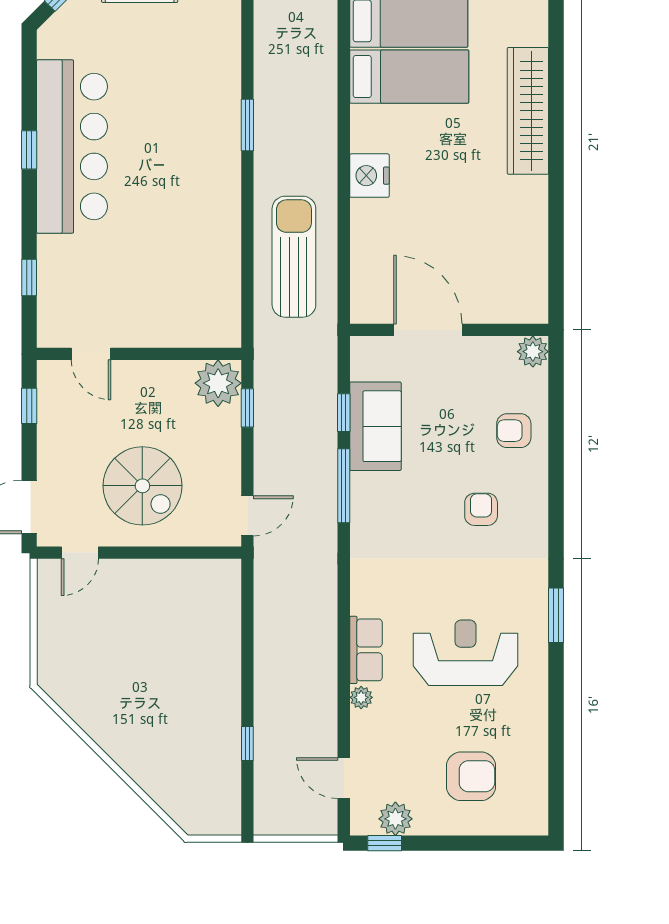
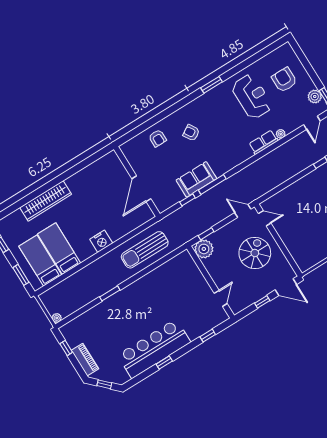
plant: (533, 352) -> (127, 148), removed
window: (29, 406) -> (262, 302), moved
sofa: (375, 426) -> (196, 179), moved
armchair: (481, 509) -> (191, 133), turned 59
door: (80, 553) -> (265, 218), moved
reception desk: (465, 653) -> (252, 97), moved, turned 180

